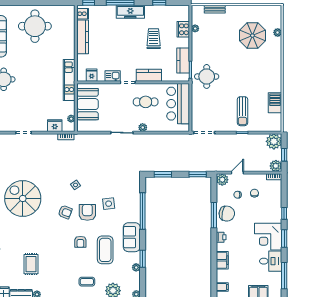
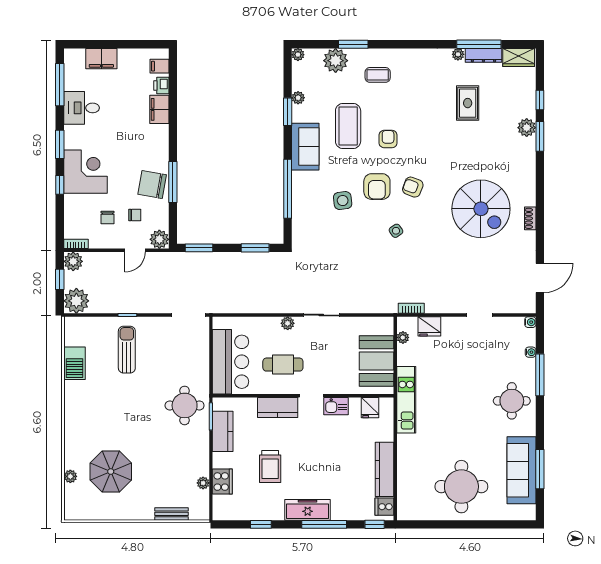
printer: (221, 237) -> (161, 85), moved
corner desk: (268, 237) -> (85, 172), moved

